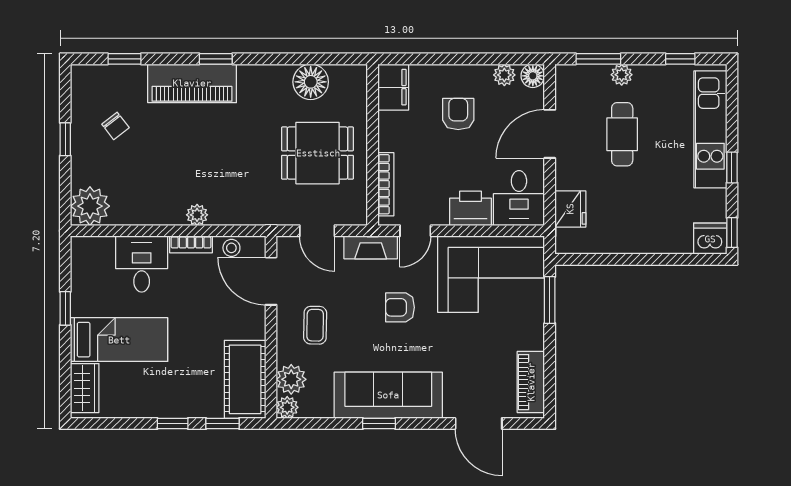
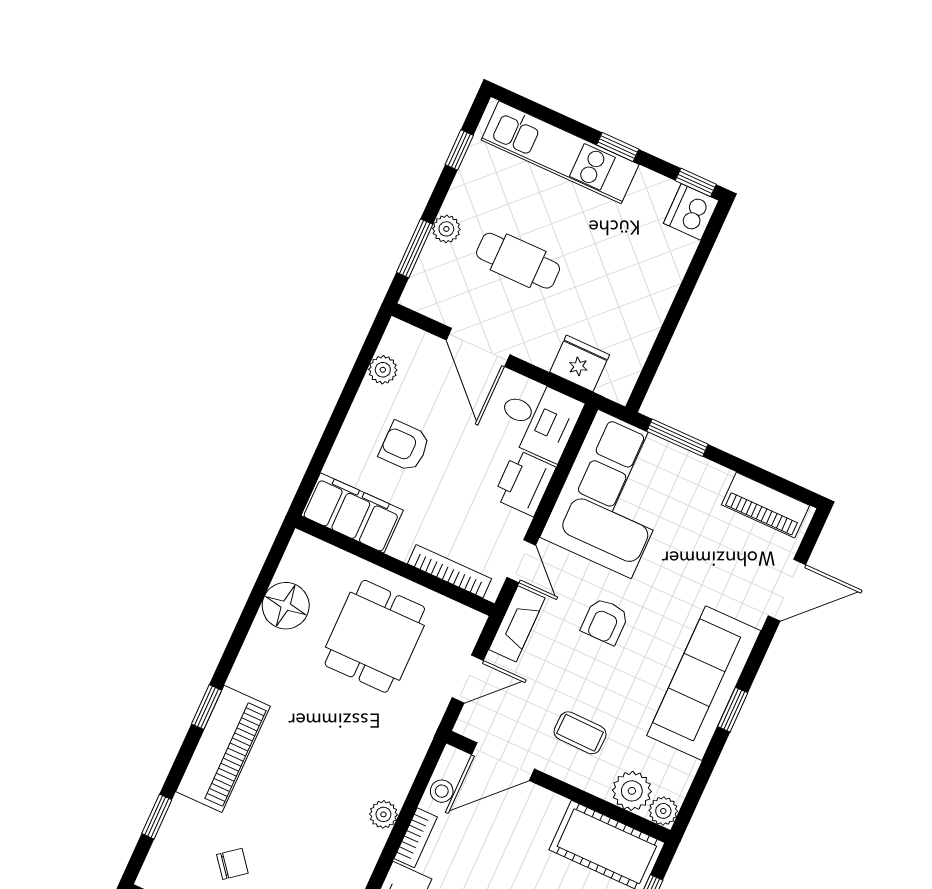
floor lamp: (533, 76) -> (399, 336), removed
filing cabinet: (393, 87) -> (352, 513), width x1.50, depth x1.17

